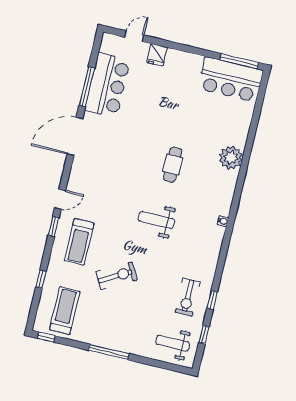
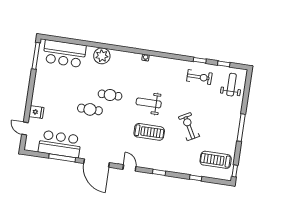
bar counter: (231, 79) -> (64, 54), moved, turned 90
cafe table: (154, 133) -> (90, 109), added
door: (60, 199) -> (129, 168), moved
weight bench: (156, 220) -> (149, 103), turned 90
treadmill: (79, 242) -> (149, 132), moved
weight bench: (173, 343) -> (231, 85), turned 180

